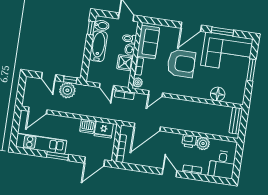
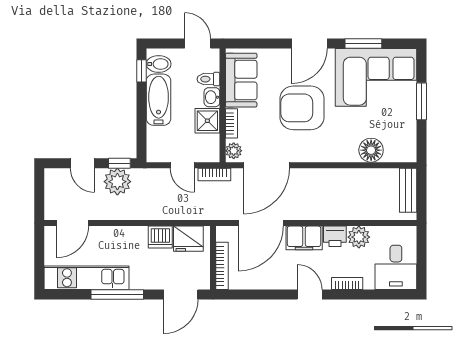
armchair: (181, 63) -> (302, 108), turned 180
door: (155, 94) -> (266, 165), width x1.88
filing cabinet: (171, 139) -> (304, 238), added
window: (57, 156) -> (117, 295), width x1.44

